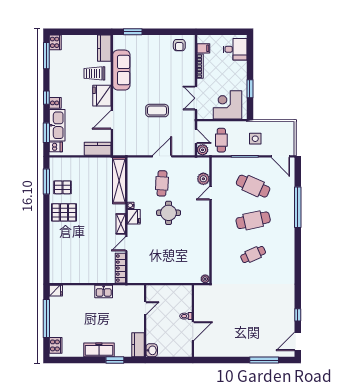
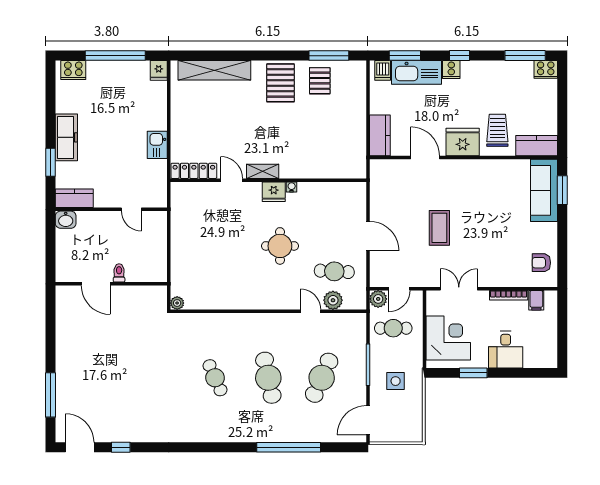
desk: (235, 49) -> (506, 350), moved
sofa: (121, 70) -> (544, 190), moved, turned 90
shelving: (119, 181) -> (214, 70), moved
cafe table: (162, 183) -> (334, 271), moved

